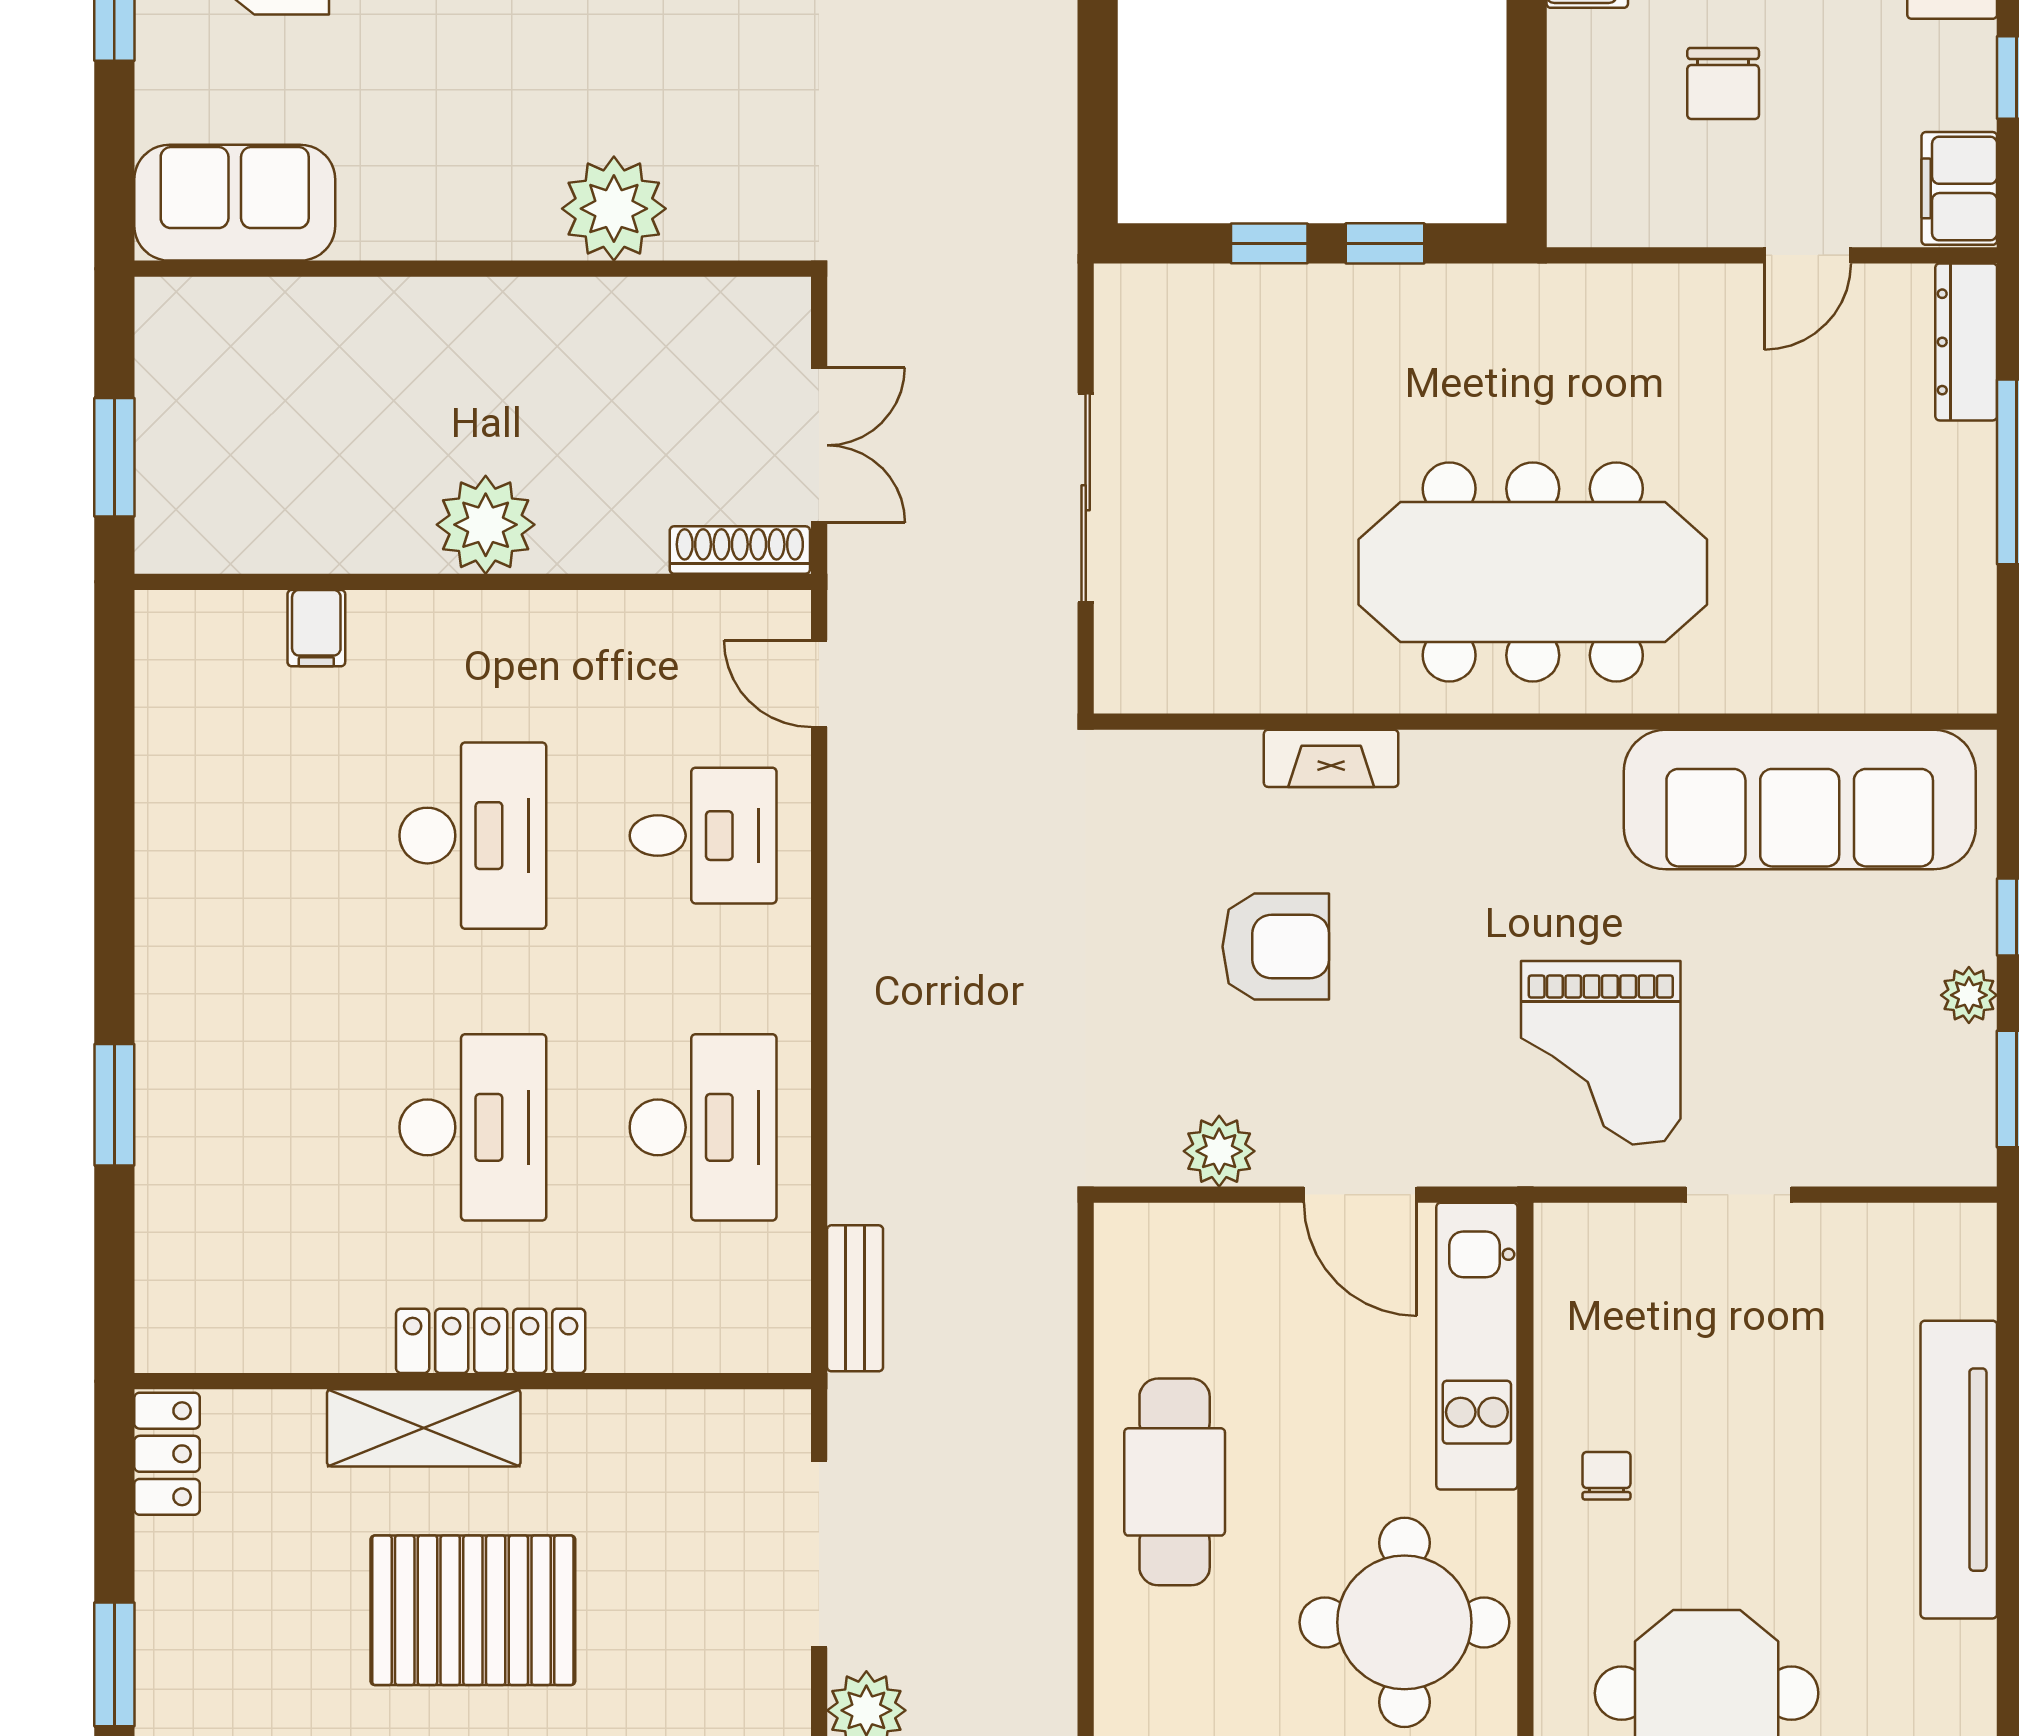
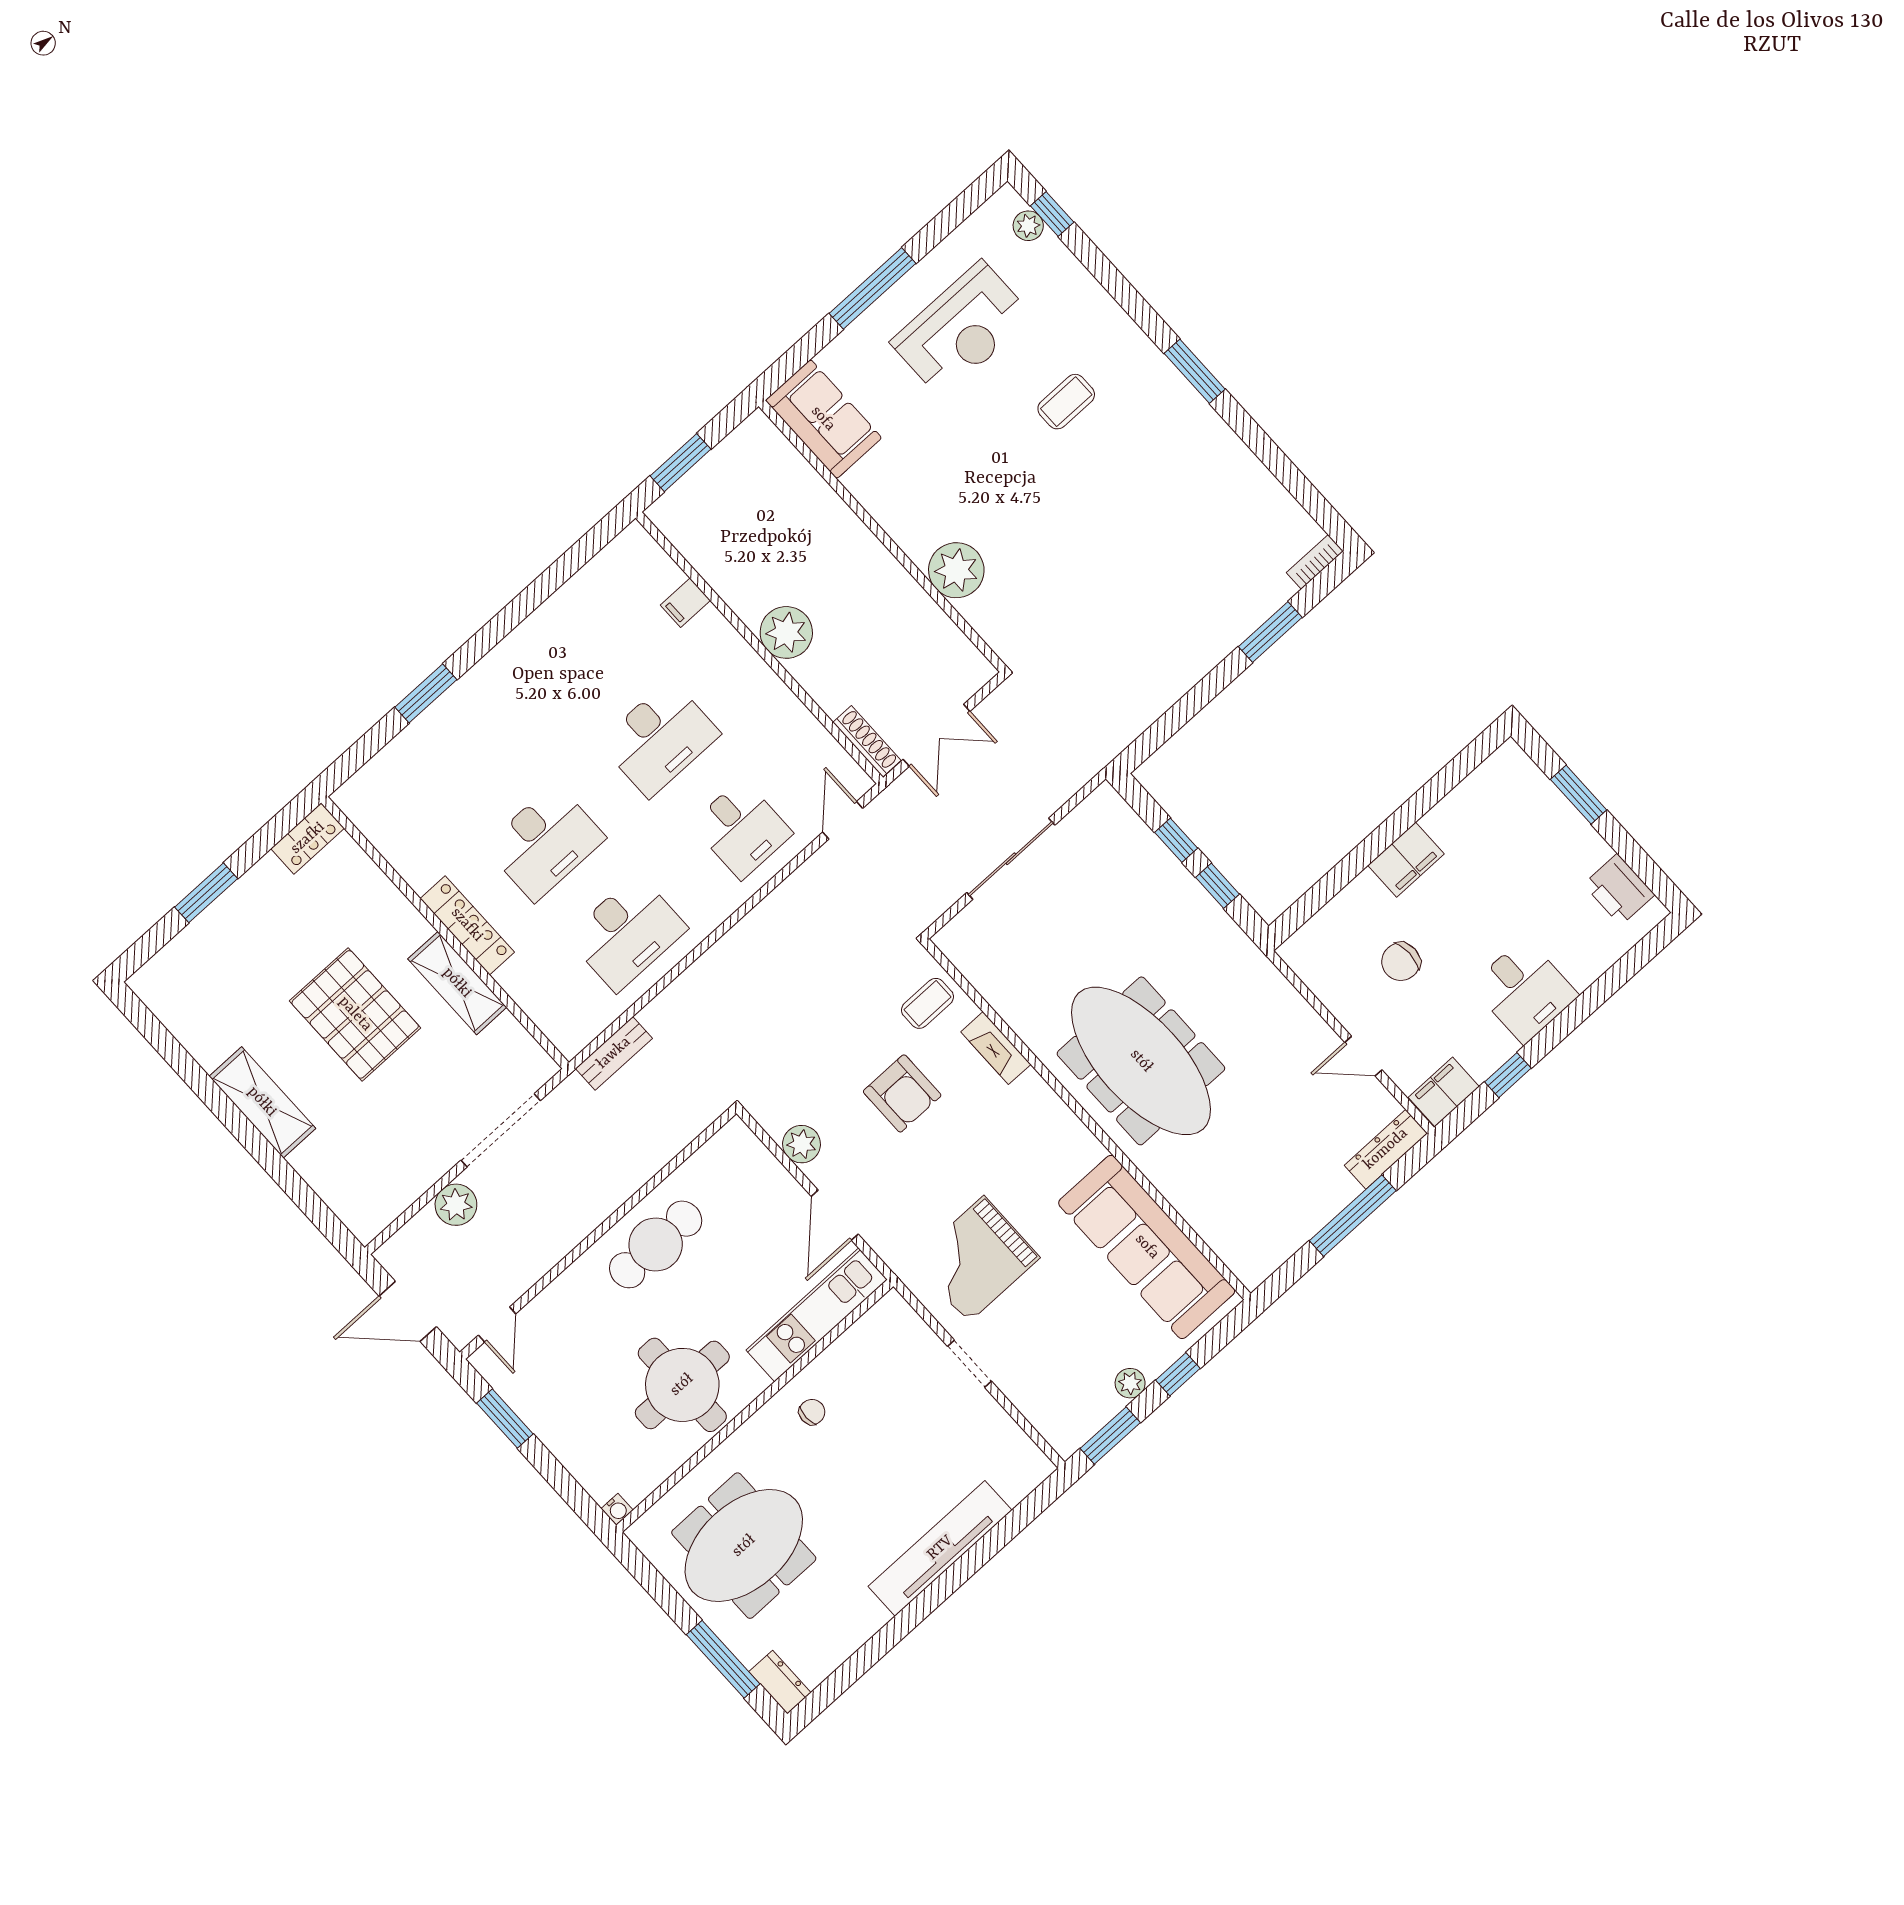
coffee table: (1182, 797) -> (927, 1003), added
shelving: (424, 1428) -> (457, 983), moved

